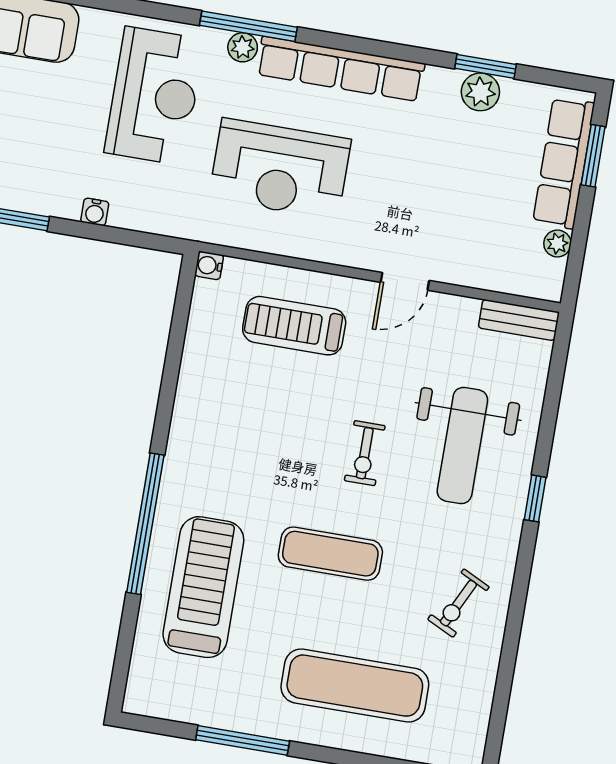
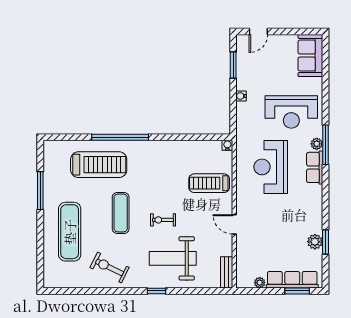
row of seats: (340, 69) -> (315, 167), width x0.50
treadmill: (294, 326) -> (209, 183), turned -90
exercise bike: (458, 603) -> (110, 267), width x1.38, depth x1.39

